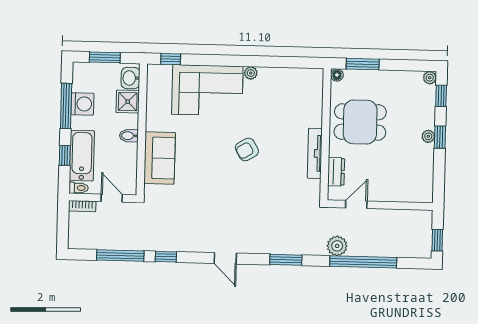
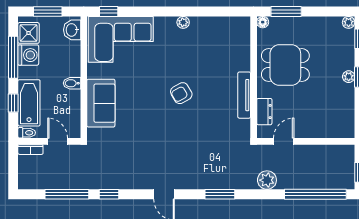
corner sofa: (207, 90) -> (121, 39), moved
shower: (128, 102) -> (29, 33), moved
window: (363, 262) -> (315, 194), moved

